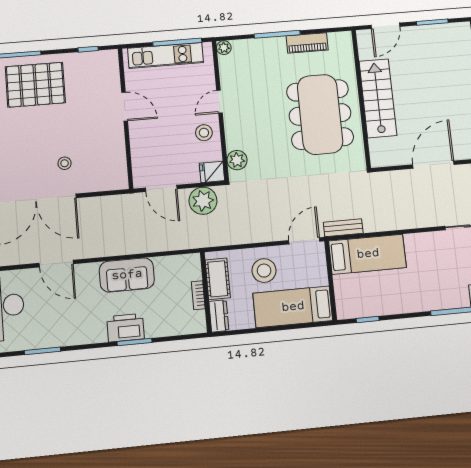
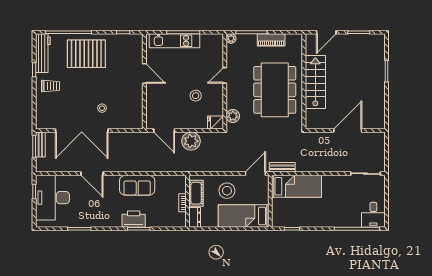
plant: (224, 48) -> (231, 39), moved
door: (219, 102) -> (225, 75), moved
wall: (220, 110) -> (225, 81), moved
plant: (237, 160) -> (233, 116), moved
fridge: (212, 172) -> (215, 122), moved

